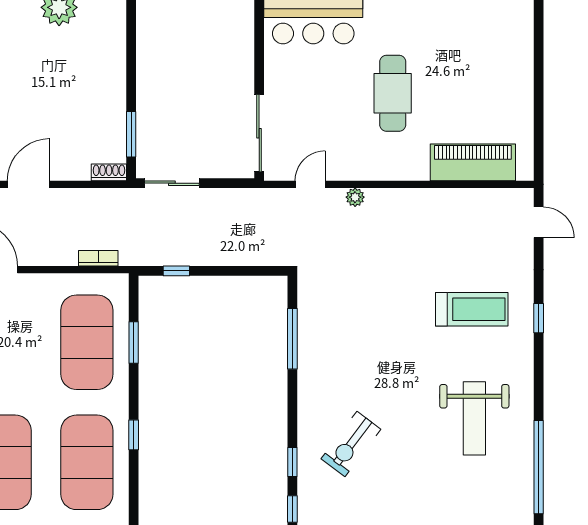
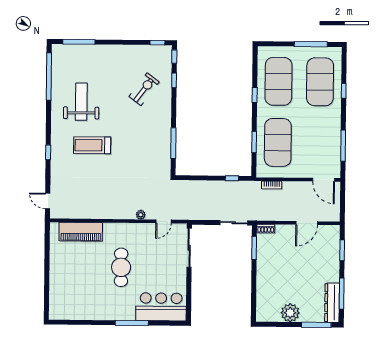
treadmill: (472, 309) -> (92, 145), moved

